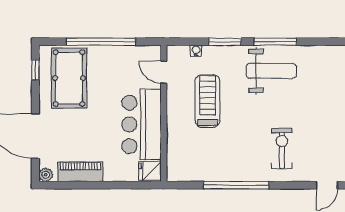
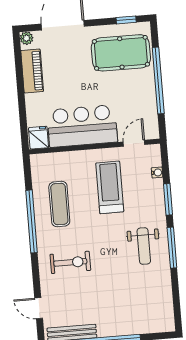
weight bench: (271, 71) -> (144, 246), width x0.73, depth x0.75
treadmill: (208, 101) -> (110, 187), turned -90
exercise mat: (221, 155) -> (59, 204), added

